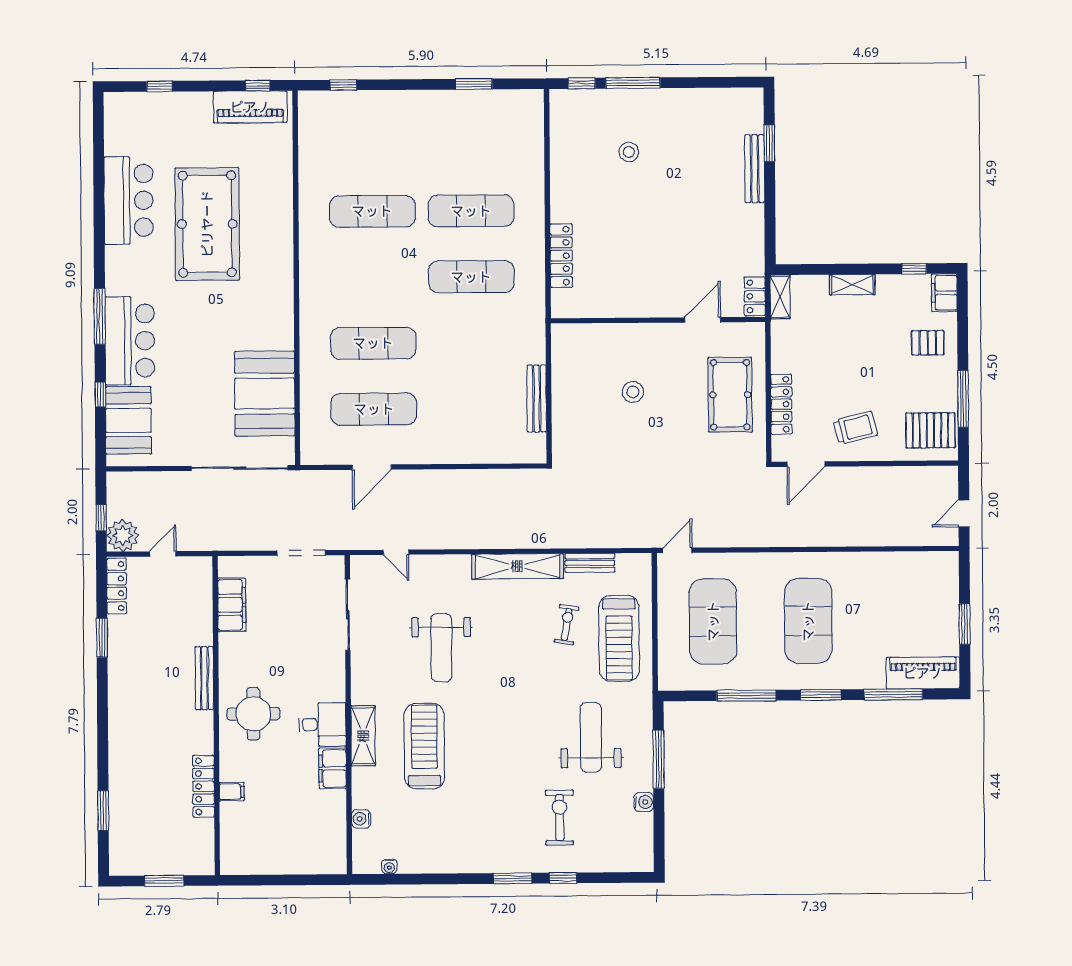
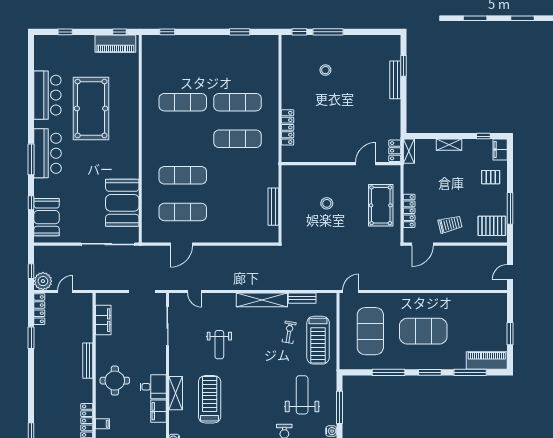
bar counter: (130, 341) -> (48, 153), moved
exercise mat: (808, 621) -> (423, 331), turned 90
weight bench: (441, 648) -> (219, 345), width x0.73, depth x0.75

